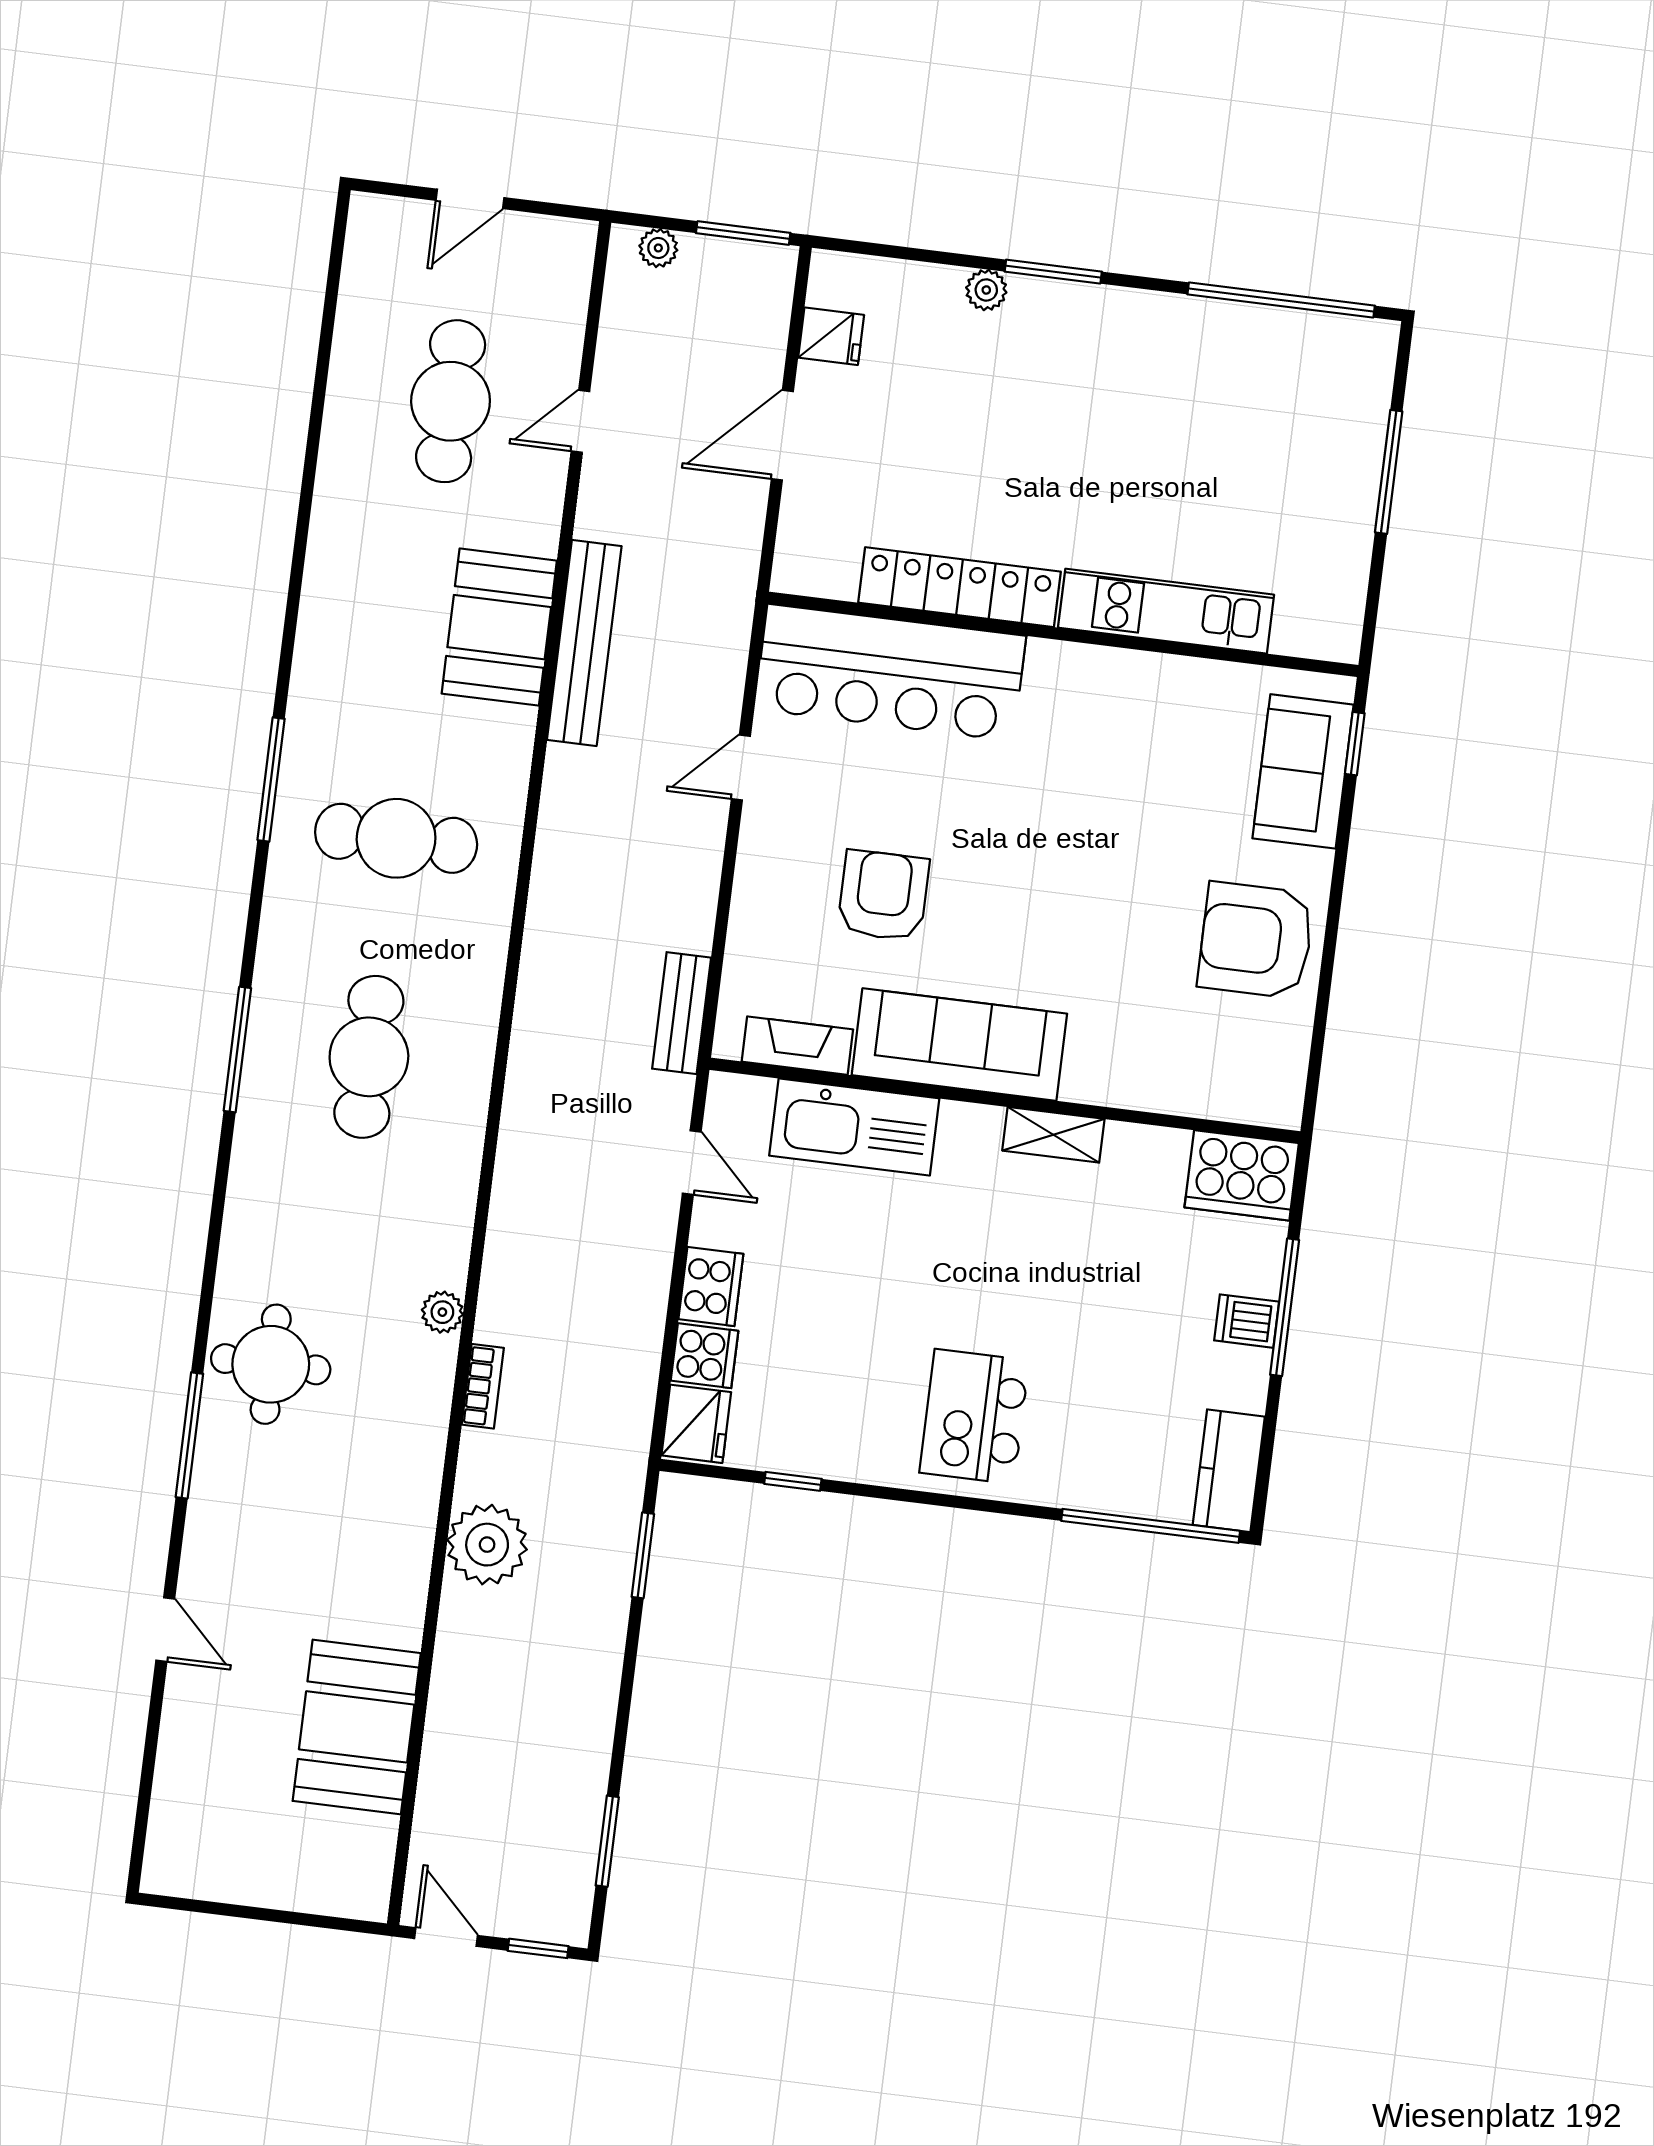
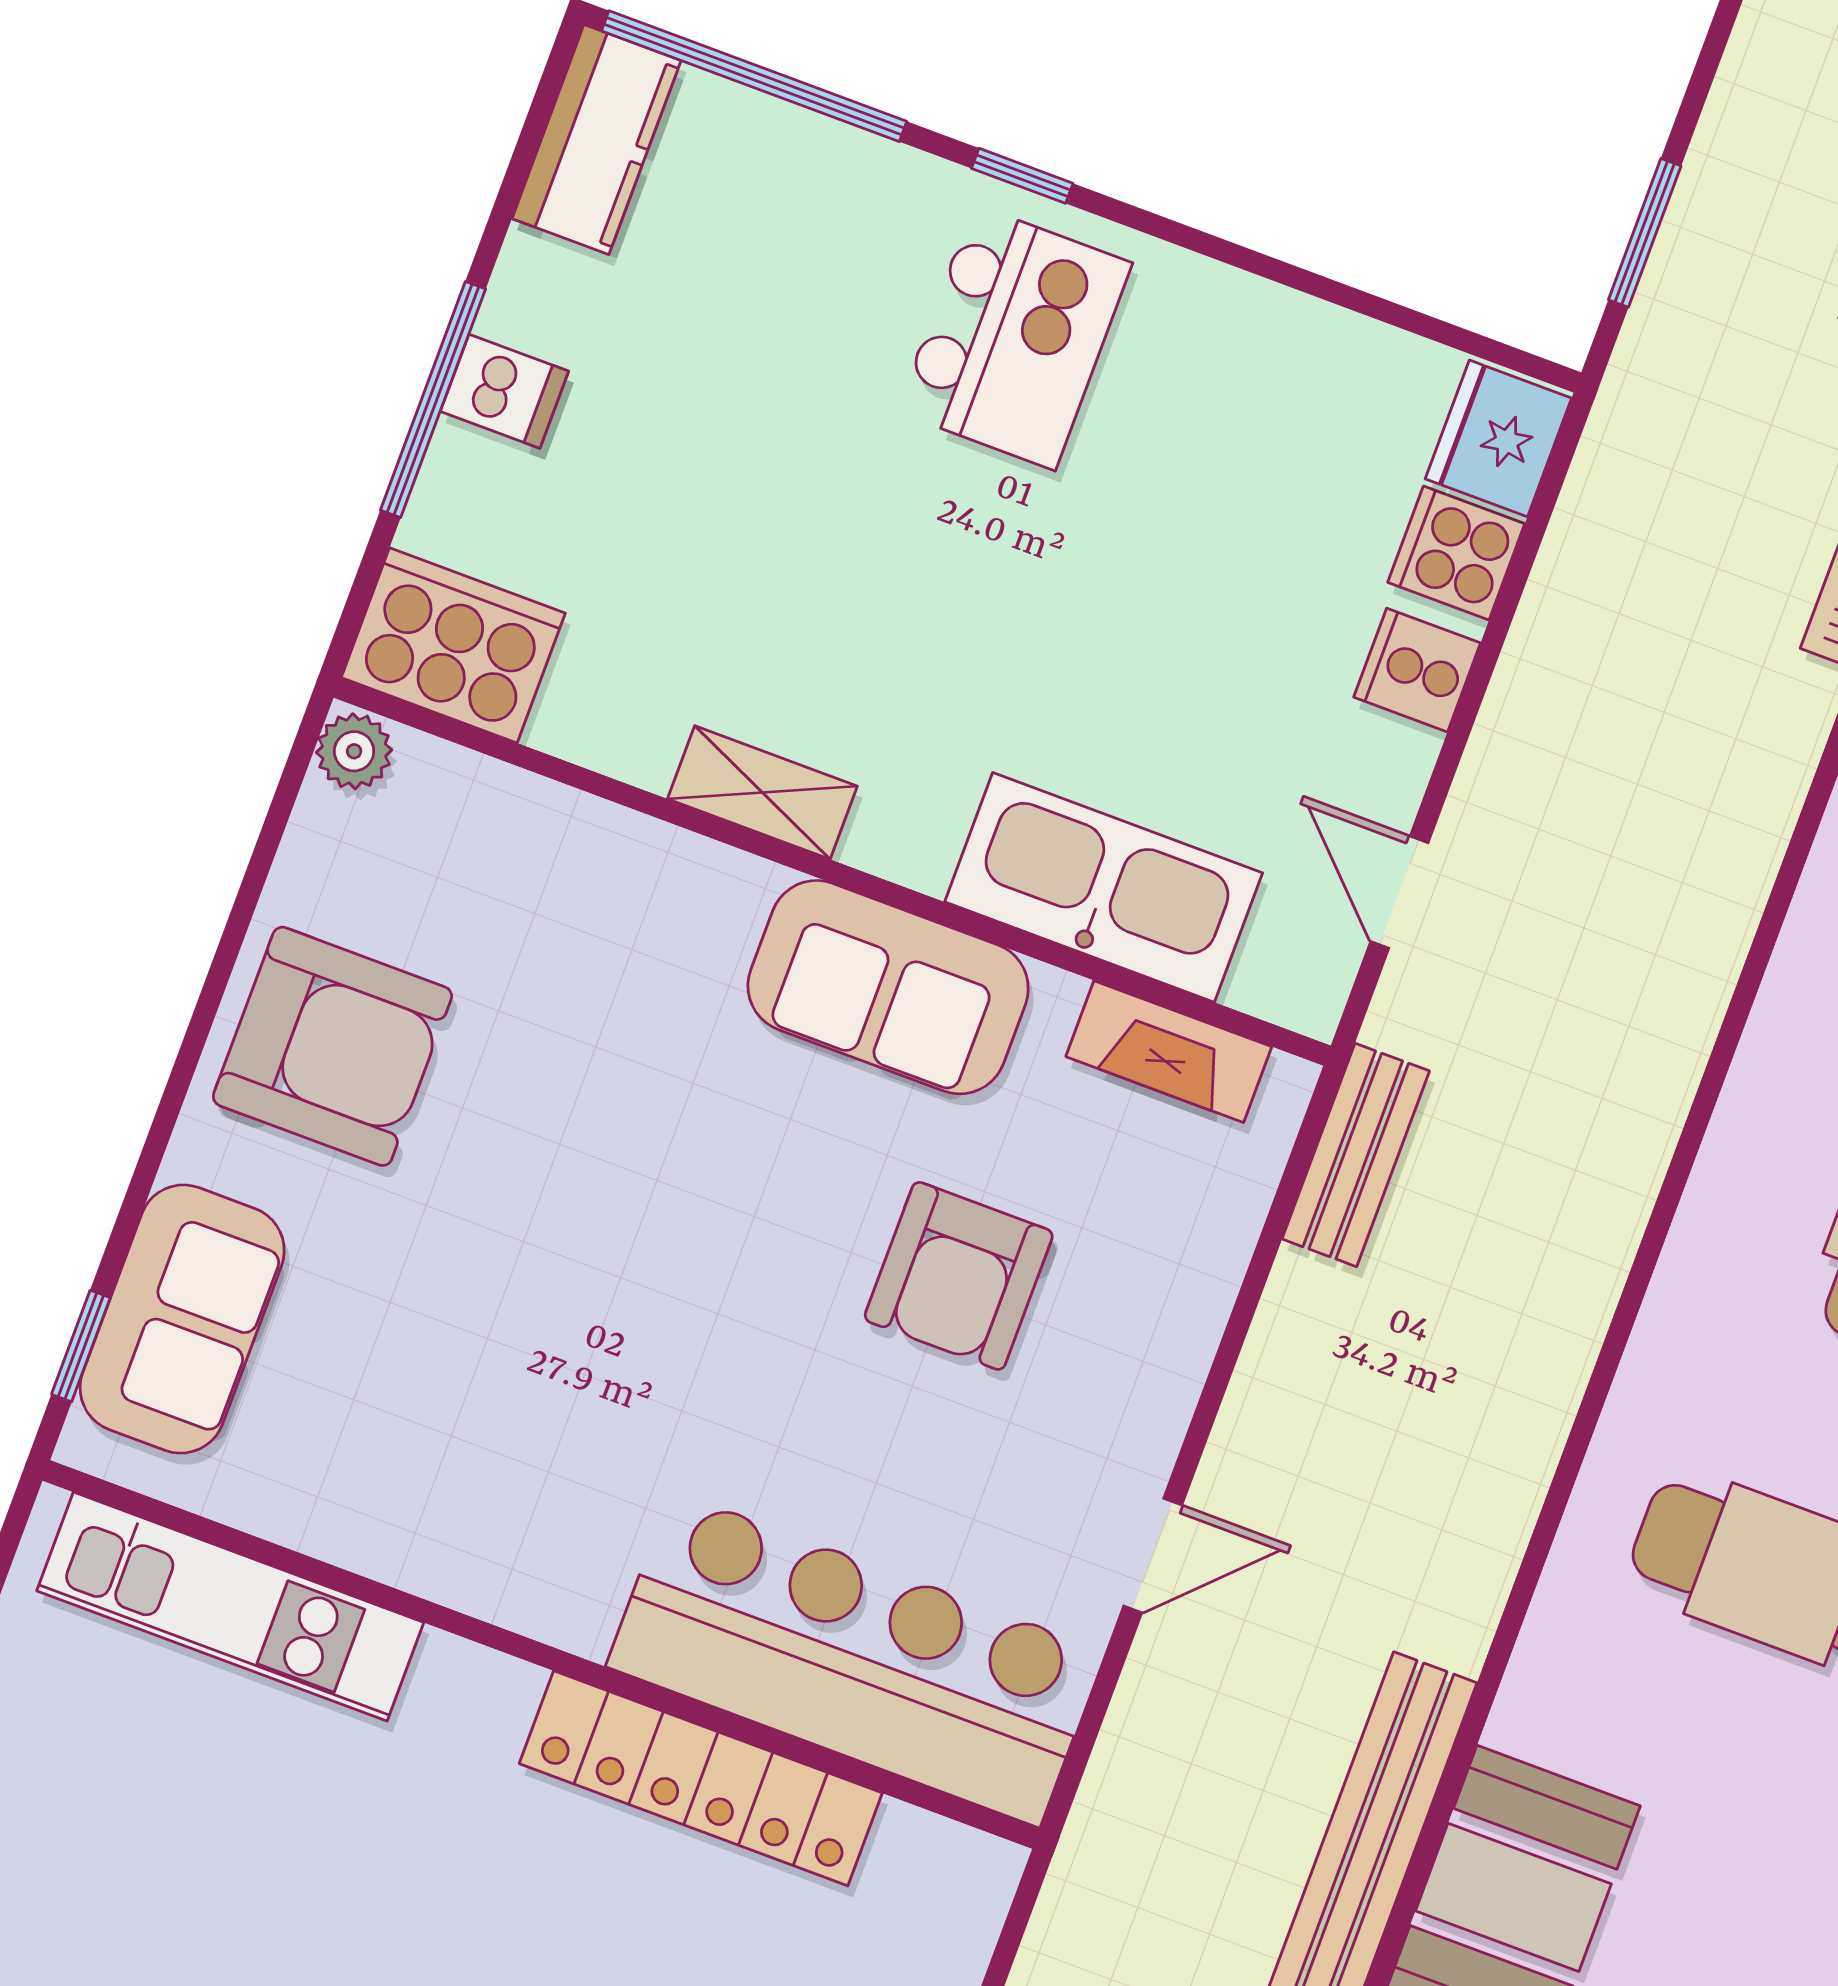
kitchen unit: (1166, 611) -> (230, 1607), moved
sofa: (959, 1044) -> (888, 987), width x0.73
plant: (1282, 1104) -> (354, 751), added
cooker: (711, 1287) -> (1417, 670), width x0.73
window: (793, 1481) -> (1022, 176), moved

